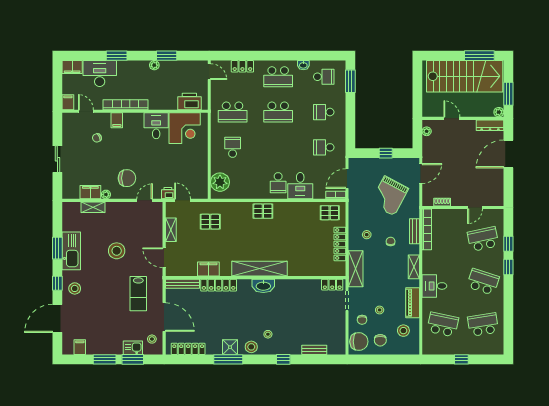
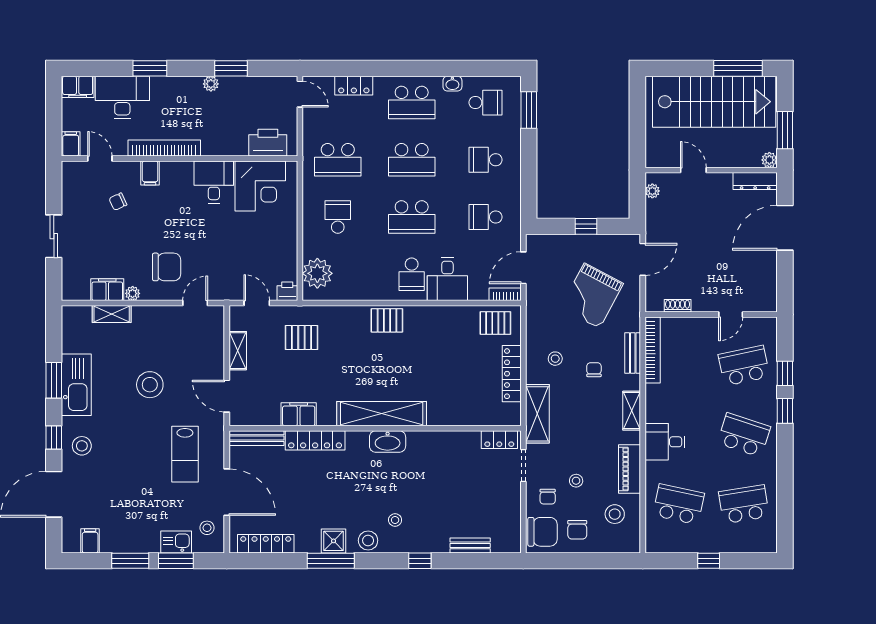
school desk: (278, 147) -> (412, 217), added
printer: (168, 193) -> (287, 291), moved

